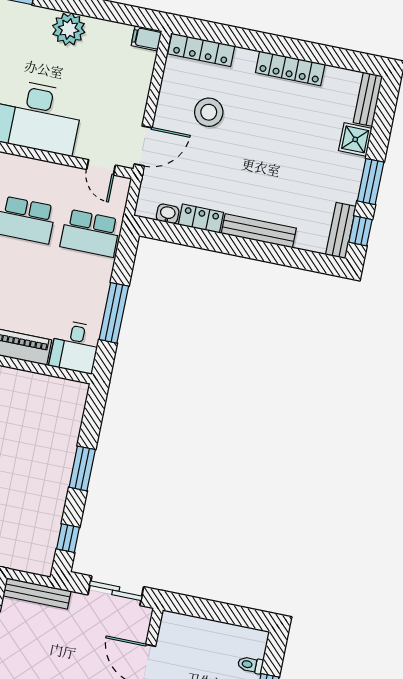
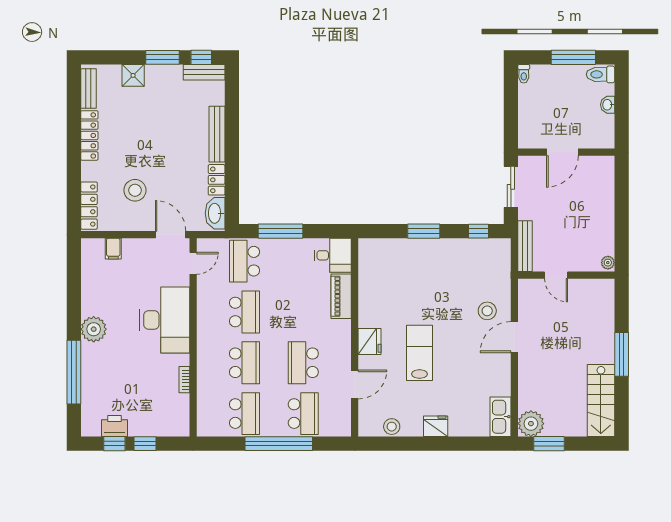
plant: (69, 29) -> (94, 329), moved
filing cabinet: (146, 38) -> (113, 249), moved
bench: (368, 99) -> (88, 88), moved, turned 90
washbasin: (168, 214) -> (215, 213), width x1.91, depth x1.45
school desk: (90, 233) -> (245, 261), turned 180
window: (114, 313) -> (281, 231), moved
toilet: (250, 665) -> (524, 74), moved

